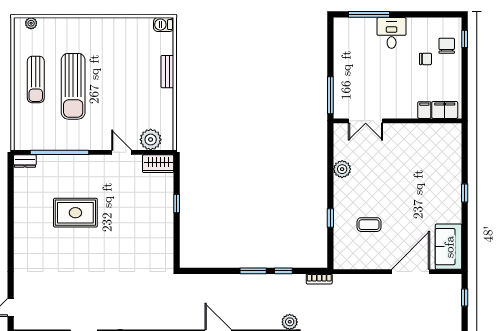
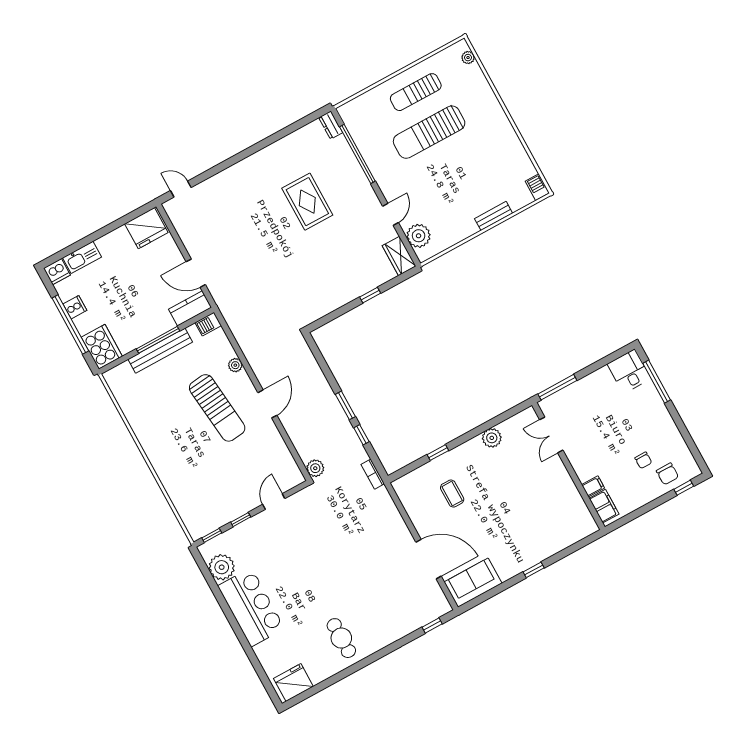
desk: (392, 33) -> (629, 371), moved, turned -90
chair: (447, 46) -> (667, 474), turned 90

